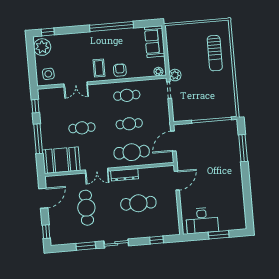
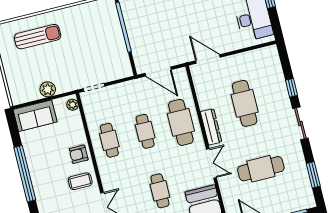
plant: (175, 75) -> (48, 89), moved
window: (157, 240) -> (291, 88), moved
window: (86, 246) -> (313, 175), moved

